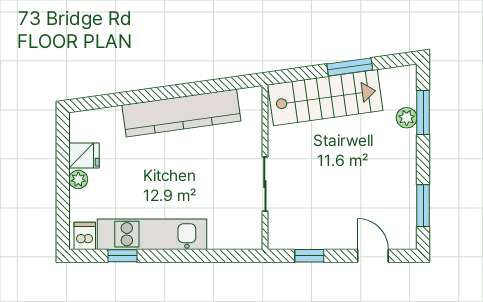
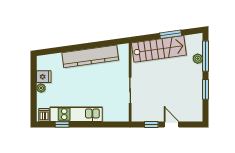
window: (423, 112) -> (206, 56), width x1.44
window: (423, 206) -> (206, 89), moved
door: (373, 256) -> (171, 124), moved

